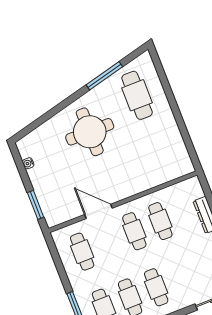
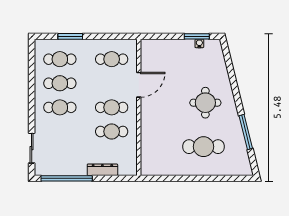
cafe table: (137, 95) -> (204, 147), moved
round table: (90, 132) -> (205, 103), width x0.73, depth x0.73
window: (36, 205) -> (197, 36), moved

